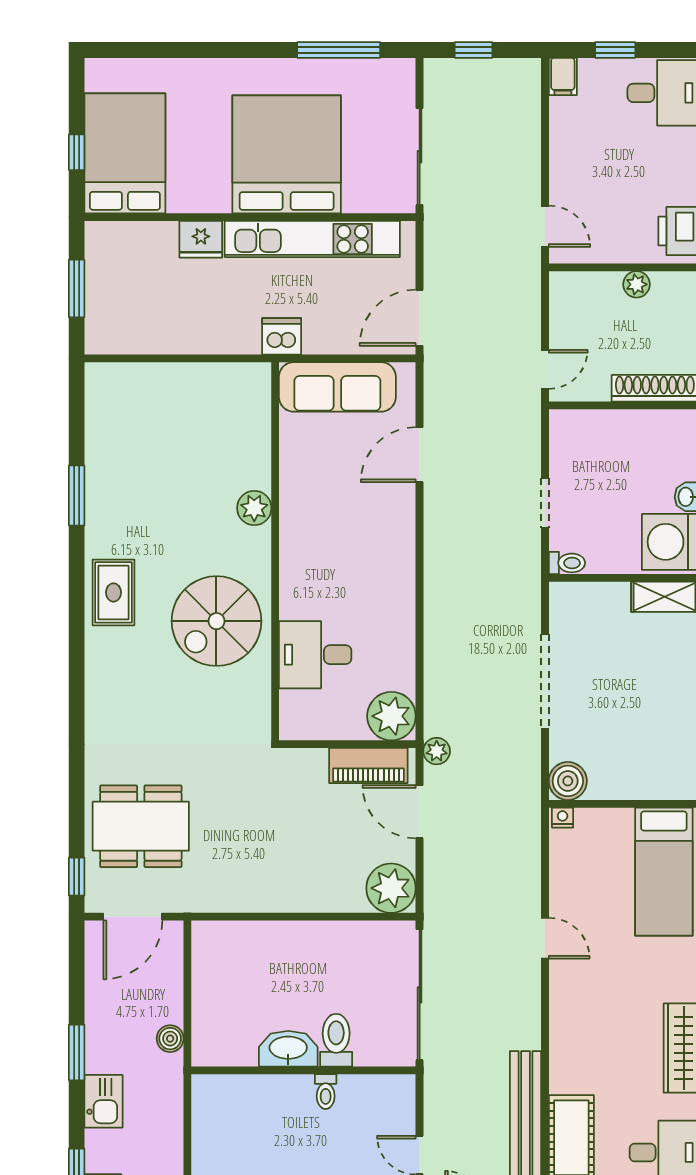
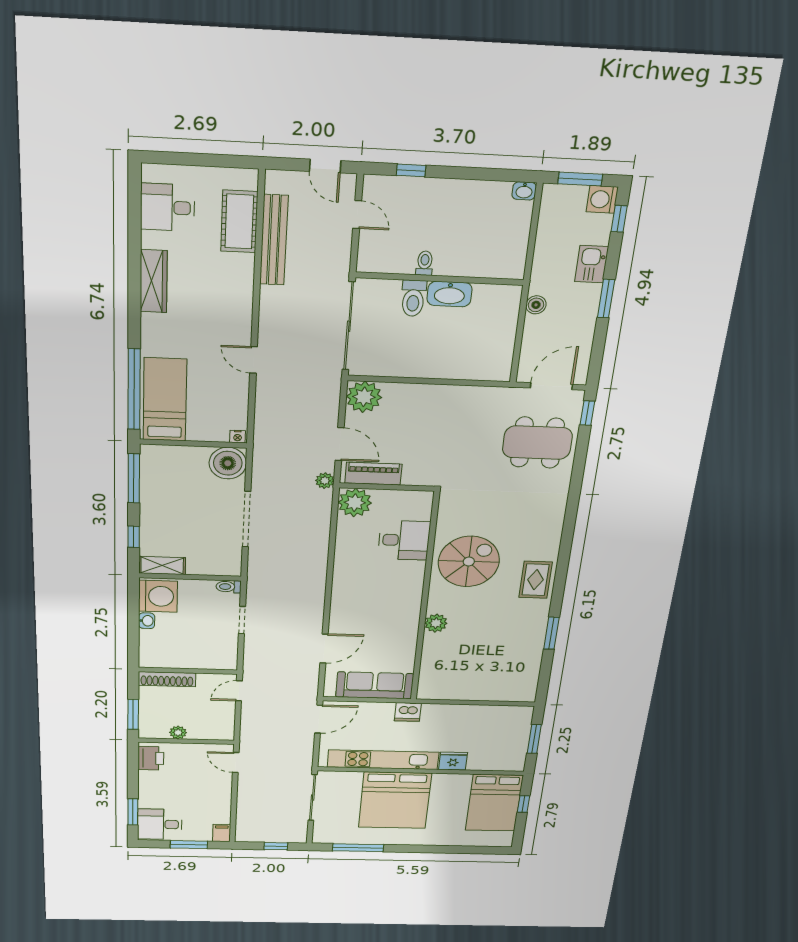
window: (615, 50) -> (189, 845), width x1.50
boiler: (568, 781) -> (228, 463), width x1.37, depth x1.37

